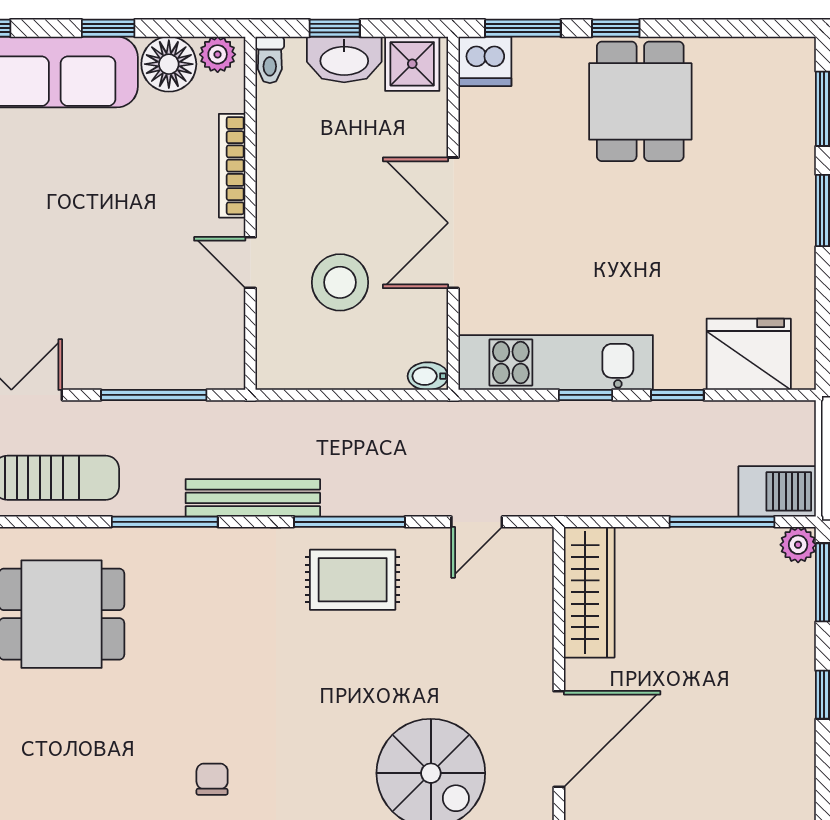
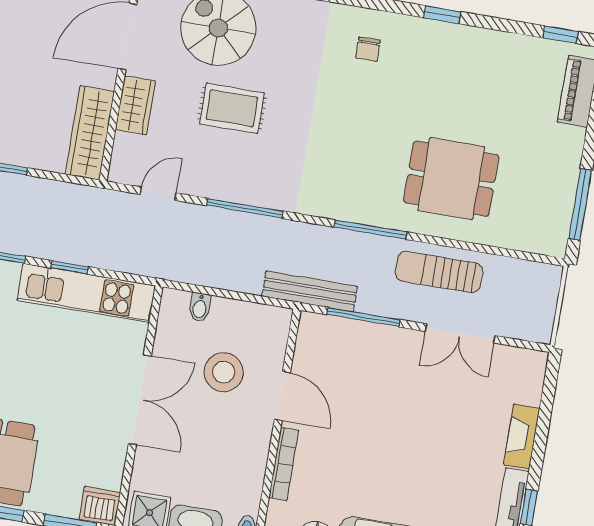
door: (250, 263) -> (282, 396), width x1.37
bidet: (428, 376) -> (200, 307), moved, turned 90
bench: (253, 498) -> (310, 291), moved
rug: (353, 580) -> (232, 108), moved
wardrobe: (531, 643) -> (135, 105), added

